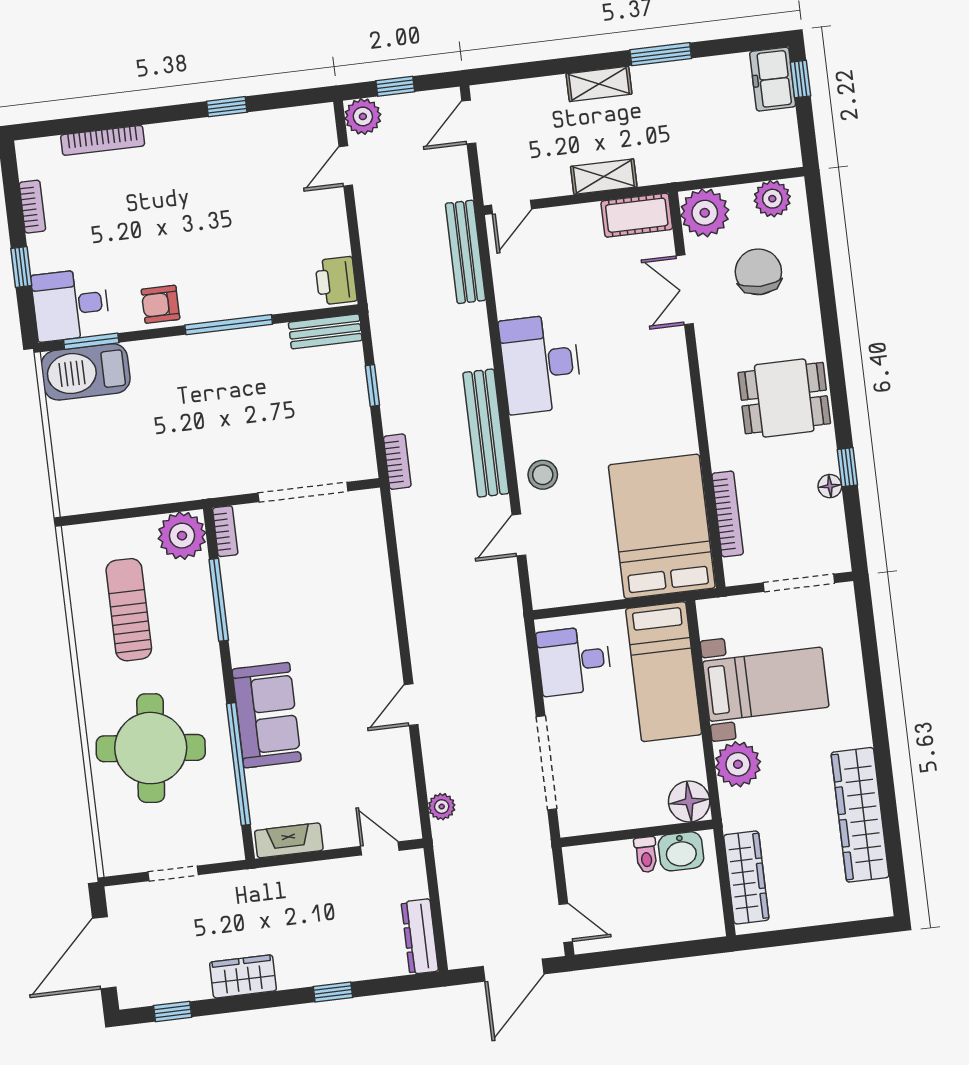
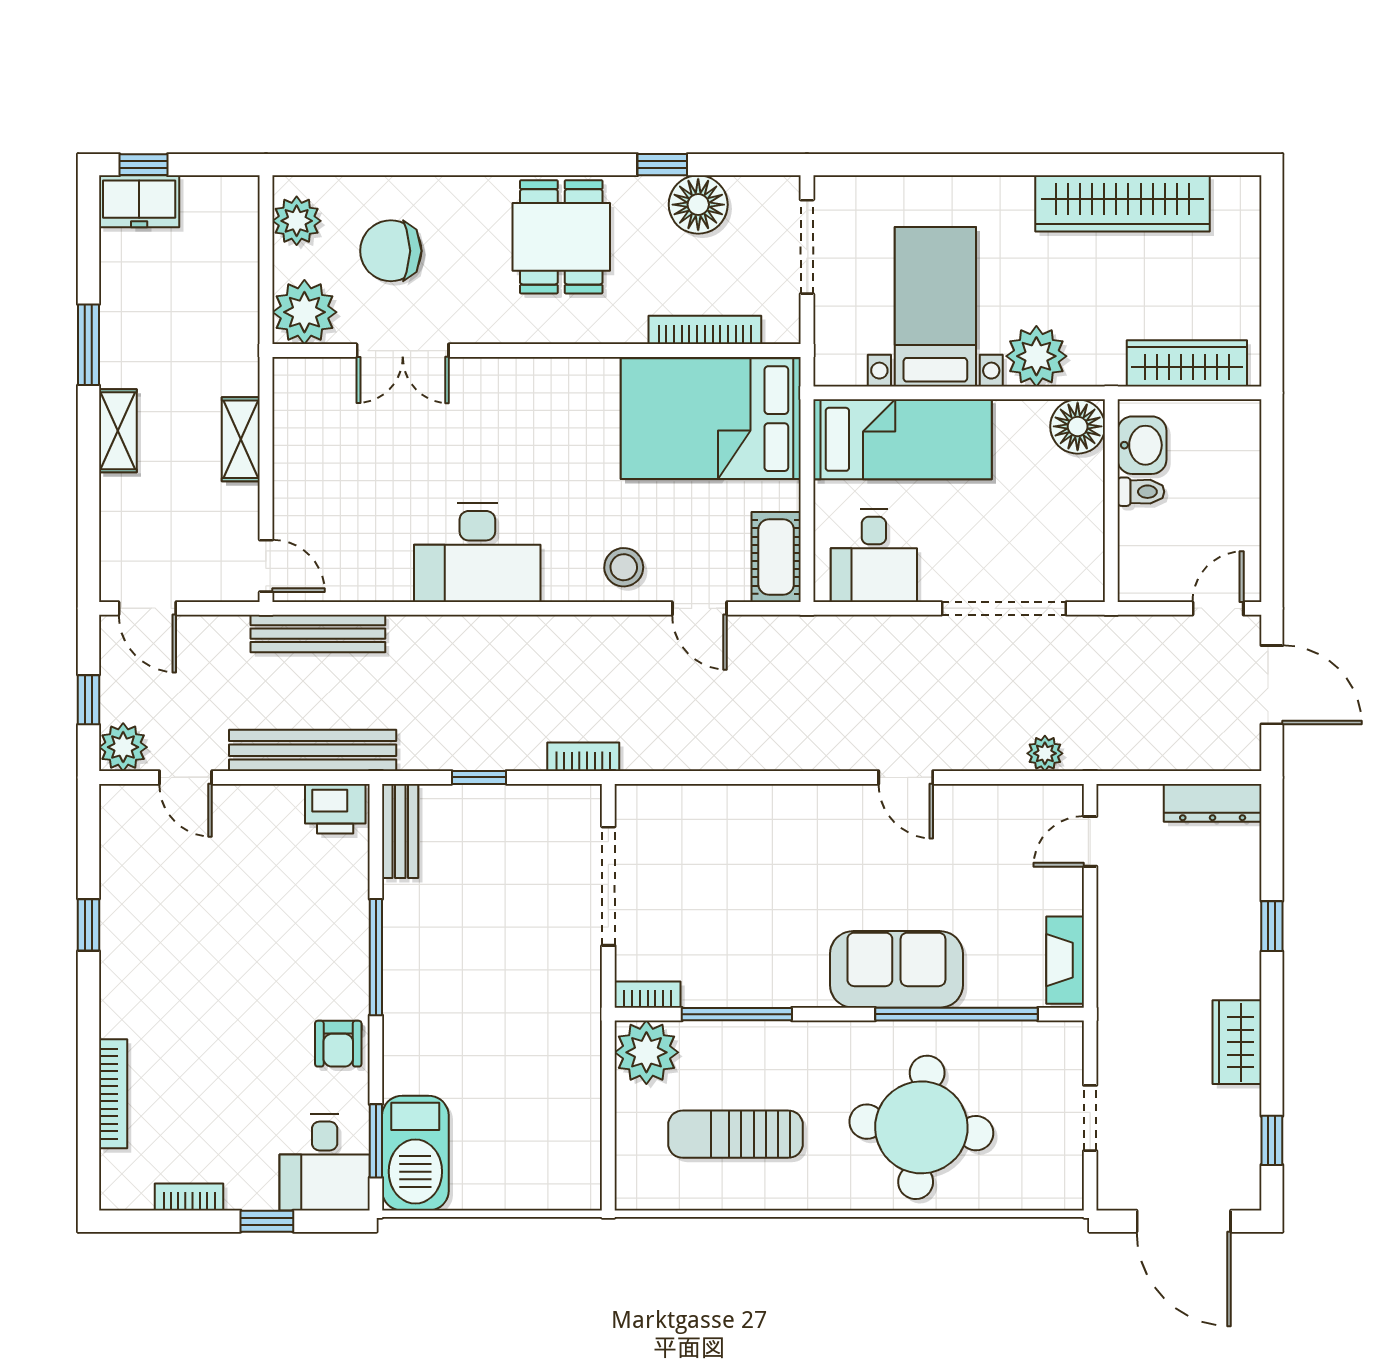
cot: (637, 215) -> (776, 557), moved
bench: (486, 433) -> (313, 750), moved
floor lamp: (830, 486) -> (698, 205), width x1.89, depth x1.89

